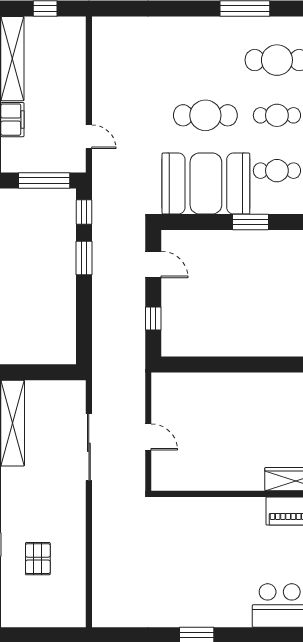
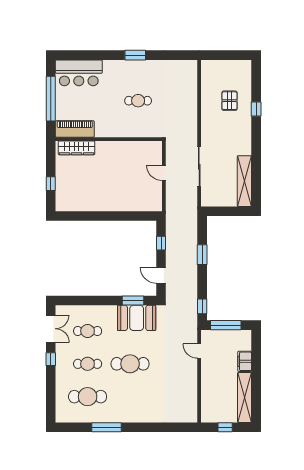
booth: (206, 184) -> (137, 318), width x0.73, depth x0.70
window: (250, 222) -> (133, 300), moved
window: (84, 258) -> (202, 255), moved
cafe table: (192, 559) -> (138, 101), added

